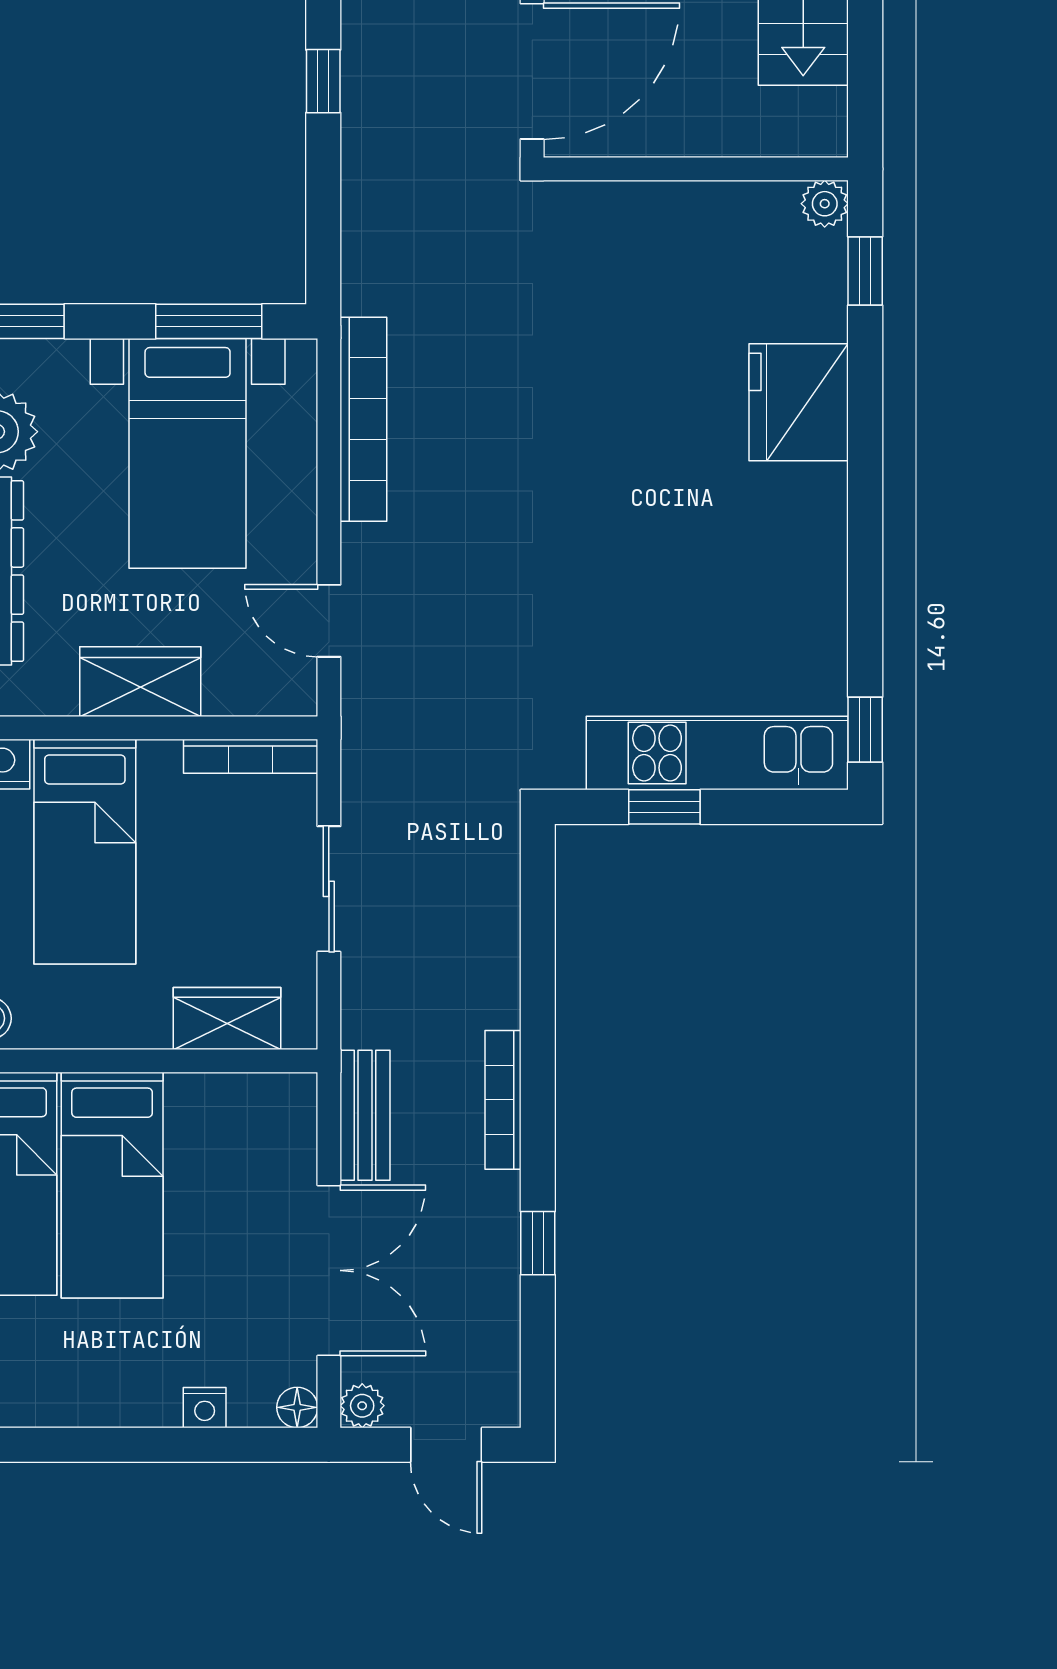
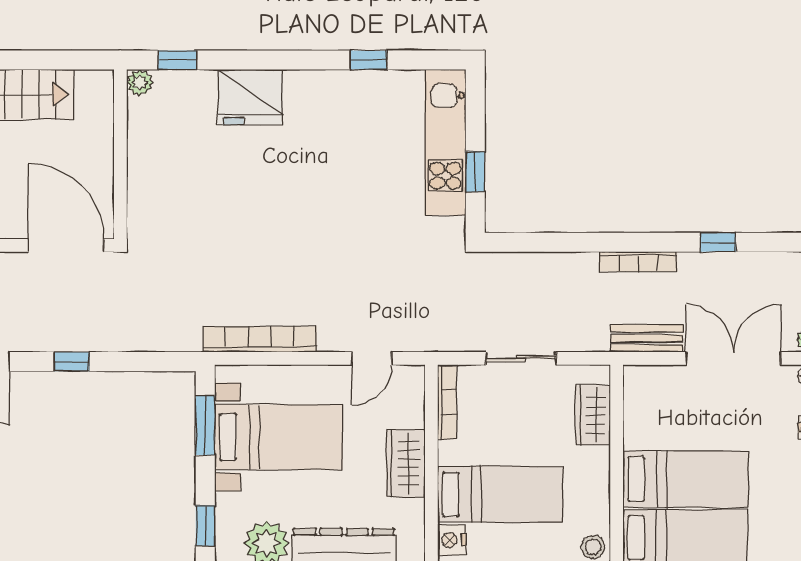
window: (865, 730) -> (369, 60), moved

